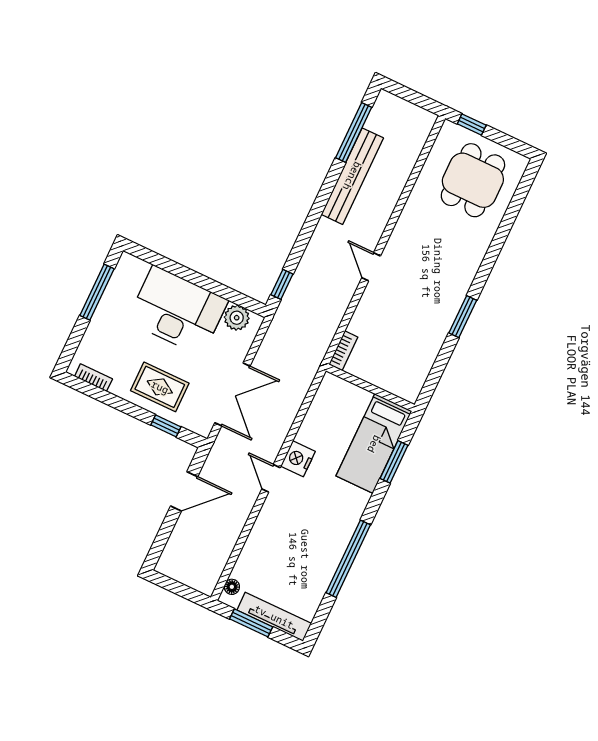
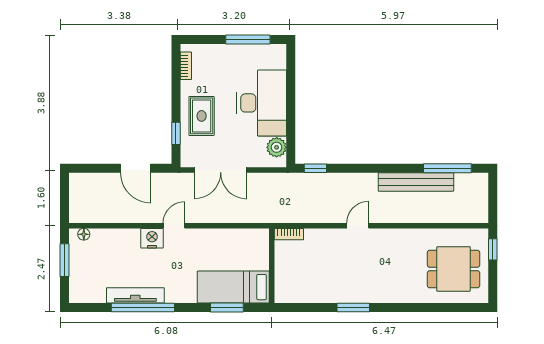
nightstand: (298, 459) -> (152, 238), moved
tv unit: (274, 617) -> (135, 295), moved, turned -90

